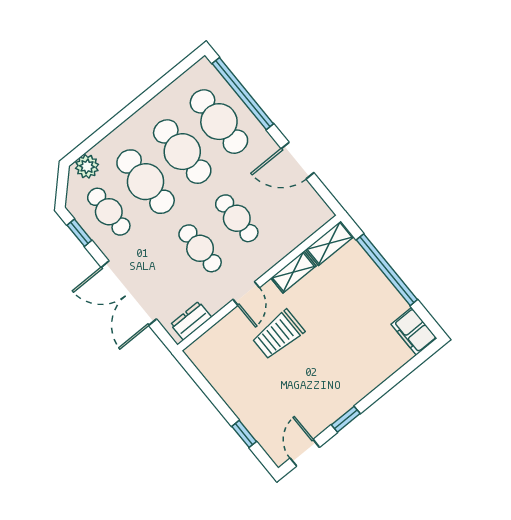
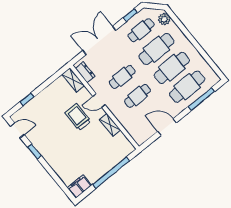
window: (243, 94) -> (201, 99), width x0.68
door: (298, 161) -> (167, 127), hinge flipped
shelving: (330, 243) -> (73, 80), moved

